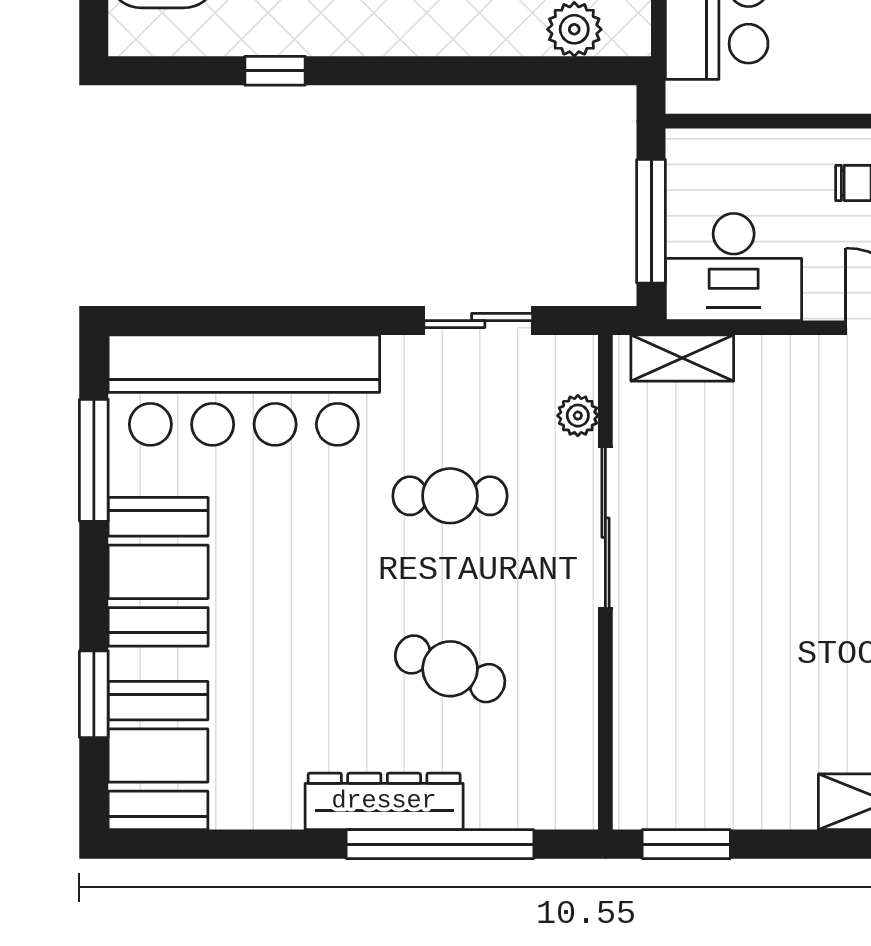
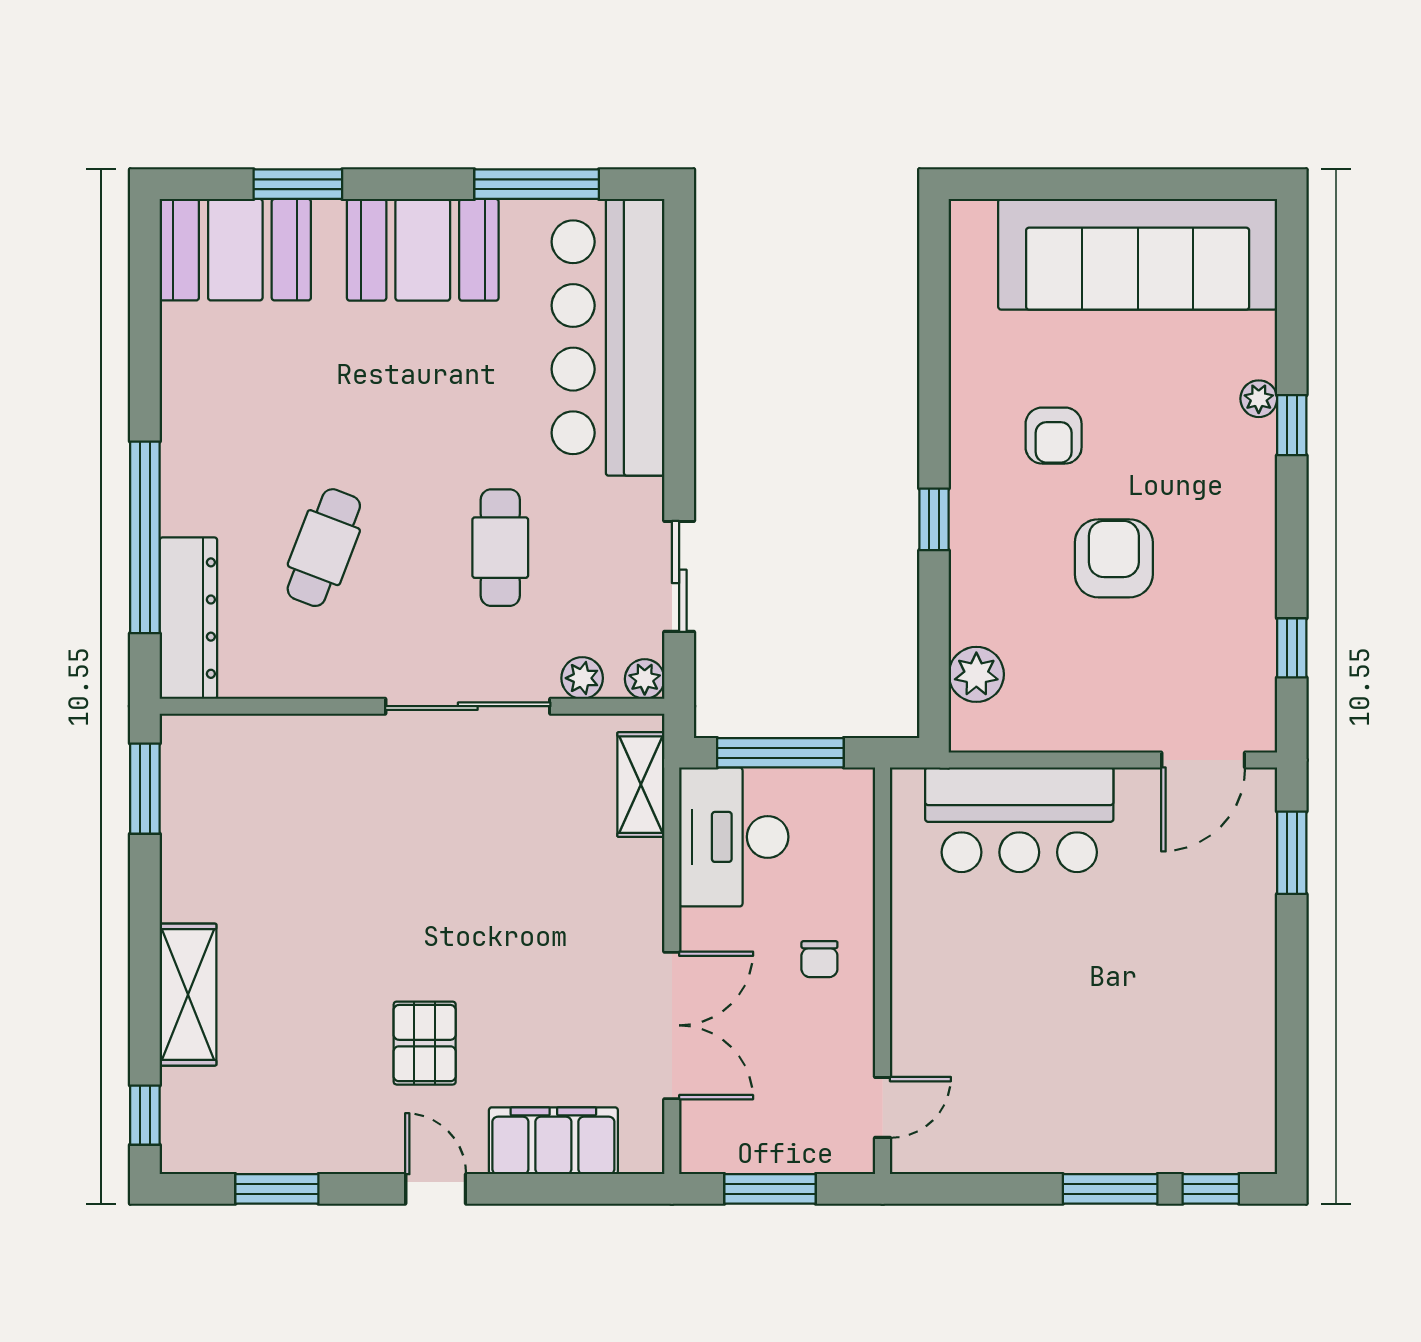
window: (275, 71) -> (934, 519), moved
plant: (579, 354) -> (645, 679), added
dresser: (384, 801) -> (188, 618), moved

